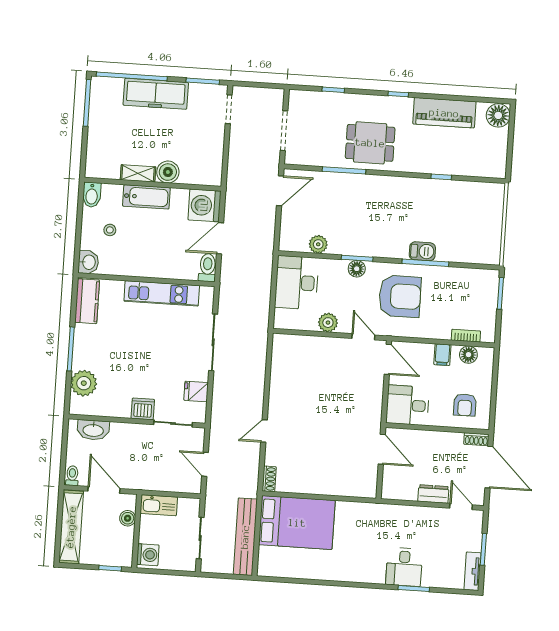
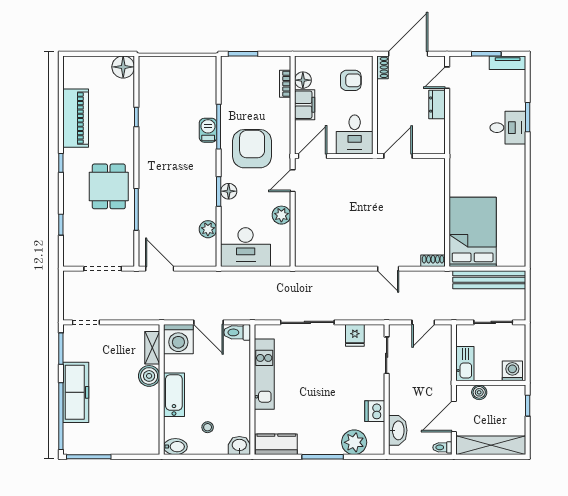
floor lamp: (498, 115) -> (123, 67), moved
shelving: (138, 173) -> (152, 348), moved
filing cabinet: (442, 355) -> (305, 105), width x2.00
dishwasher: (143, 409) -> (375, 411), moved

